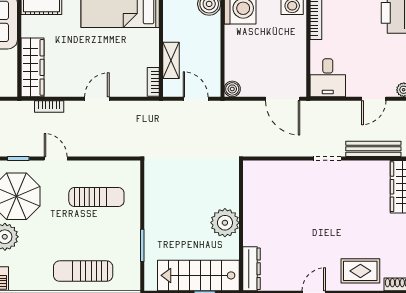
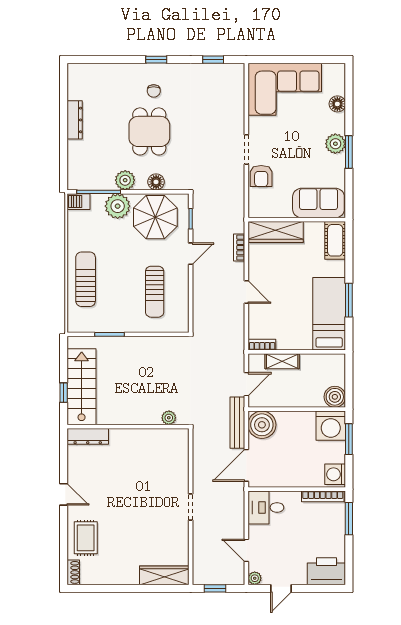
boiler: (232, 89) -> (262, 425), width x1.86, depth x1.86
bench: (373, 149) -> (237, 423), moved
plant: (225, 223) -> (169, 418), moved, width x0.53, depth x0.53

